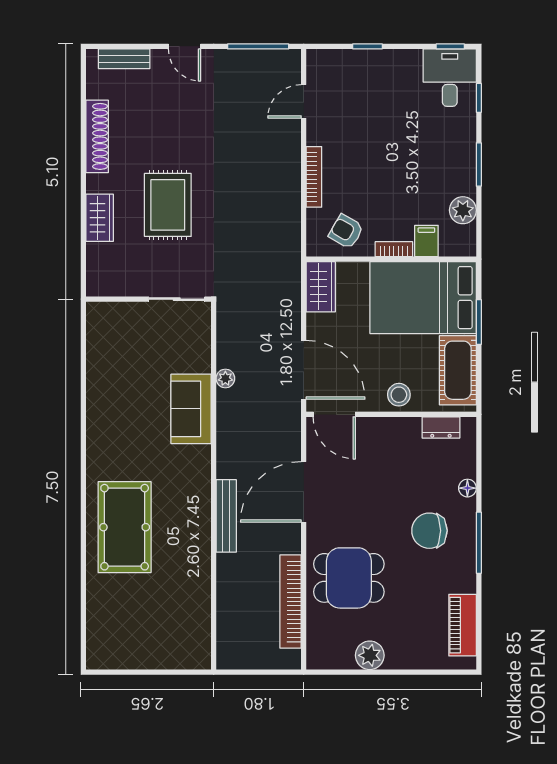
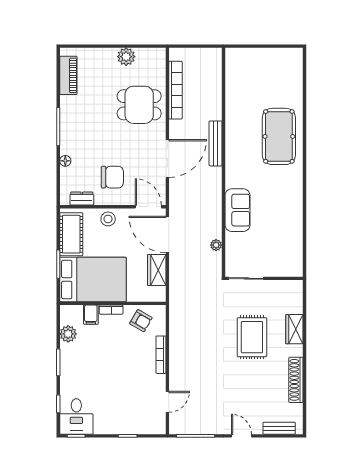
wardrobe: (321, 287) -> (157, 270), moved
plant: (225, 378) -> (216, 245), moved
chair: (429, 531) -> (112, 177), moved

